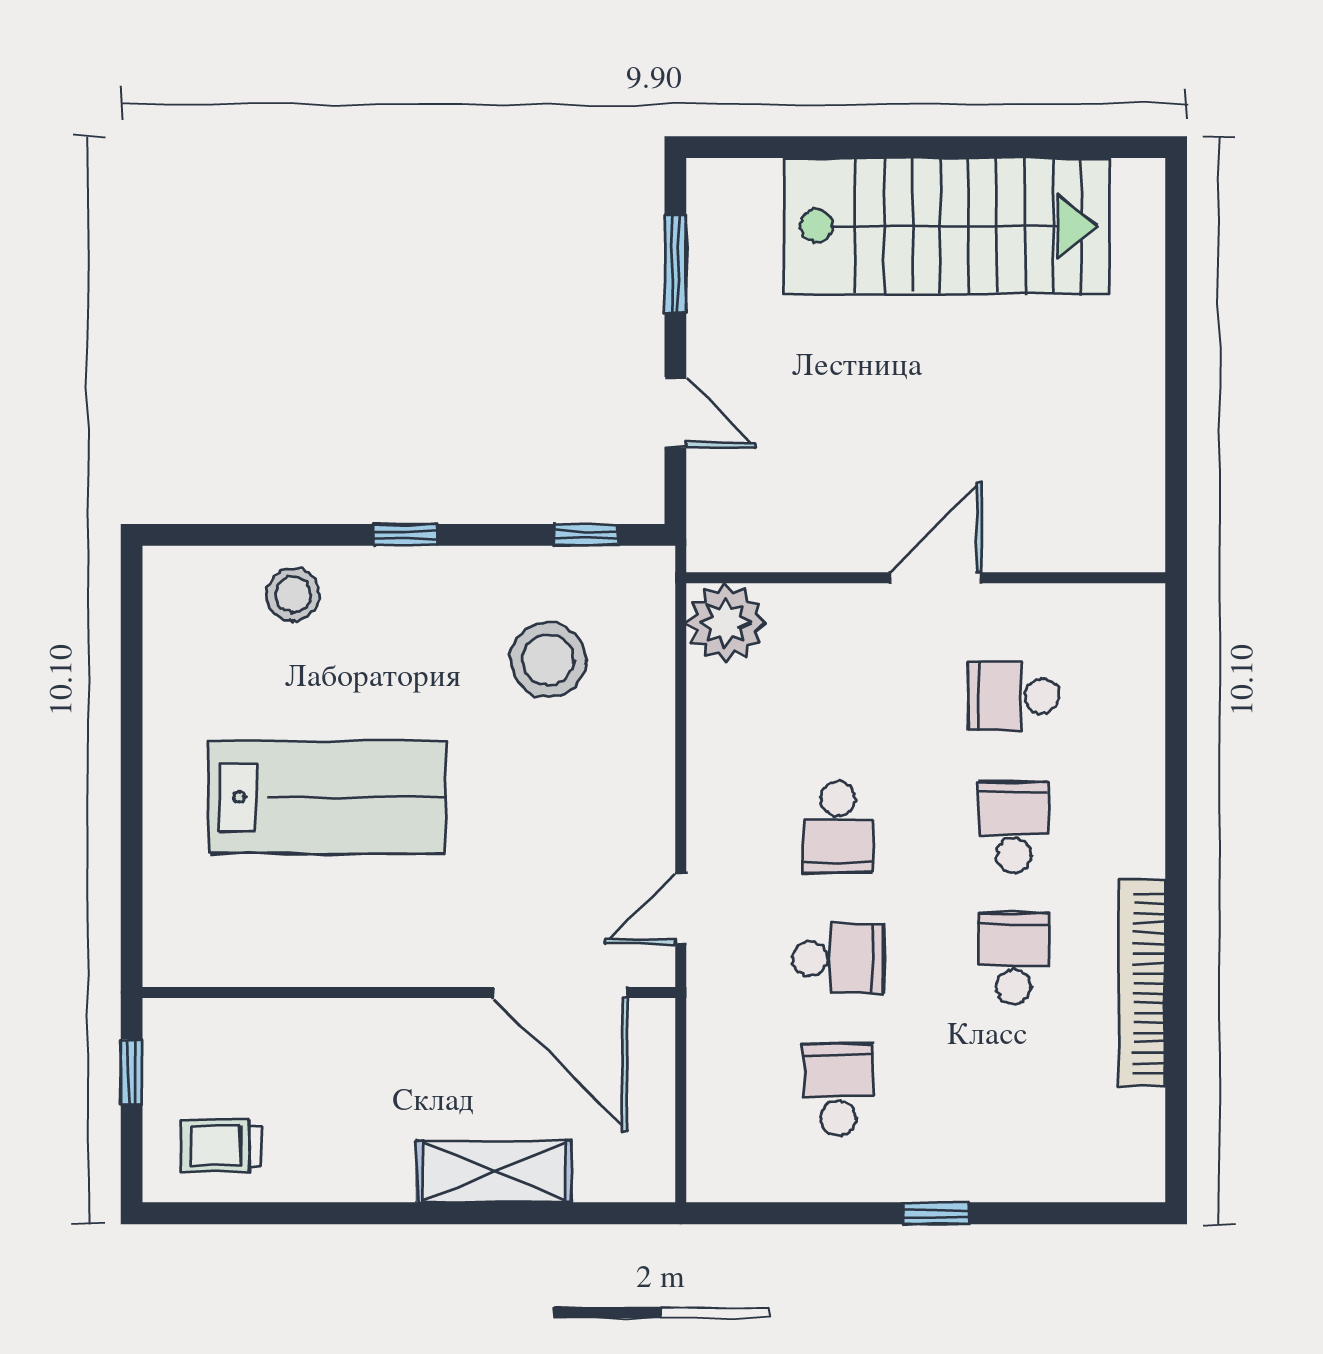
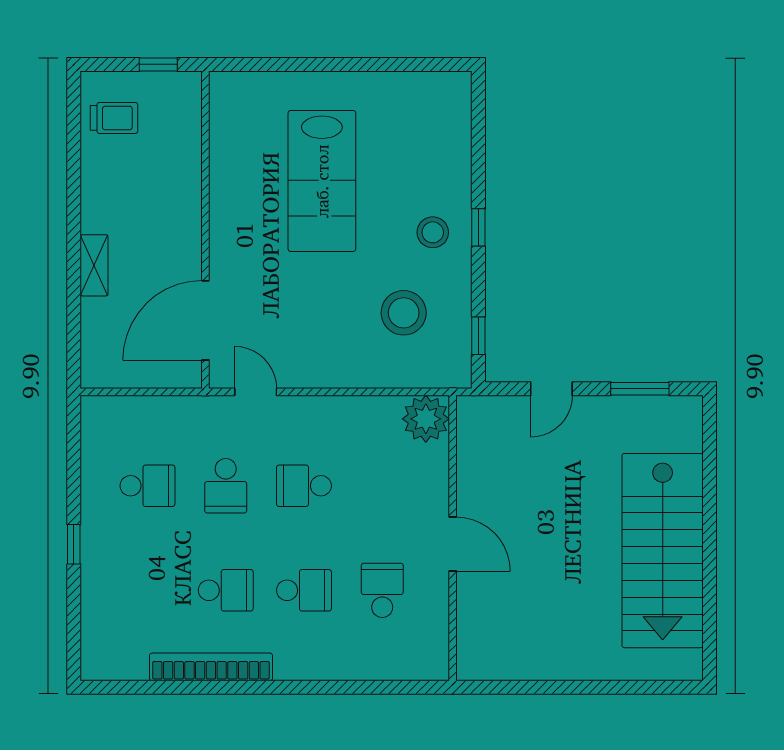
stool: (293, 595) -> (433, 232), moved
trolley: (221, 1146) -> (114, 118), turned 90
shelving: (494, 1172) -> (94, 265), width x0.67, depth x0.75

